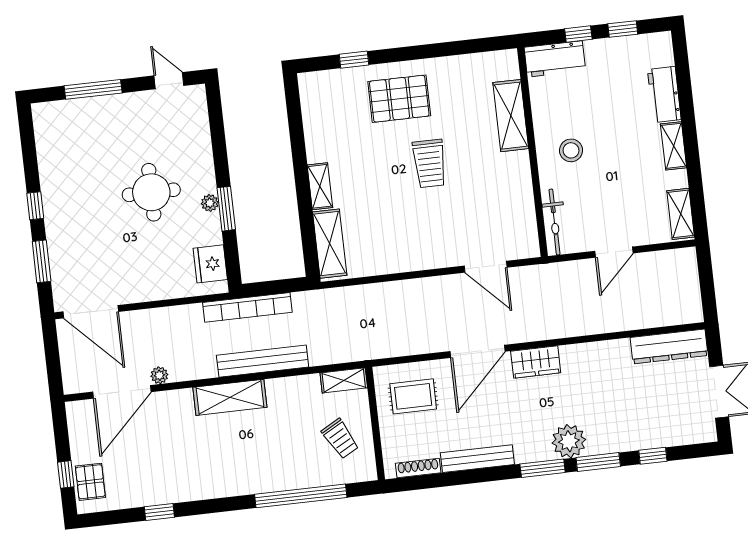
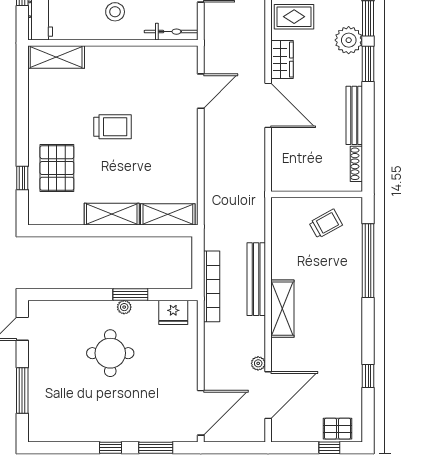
pallet: (399, 99) -> (57, 168), moved
shelving: (511, 116) -> (56, 57), moved
shelving: (320, 186) -> (112, 214), width x1.50, depth x1.33
shelving: (344, 380) -> (279, 216), removed
door: (122, 392) -> (268, 395), hinge flipped
rug: (413, 396) -> (294, 17), moved, turned 90

